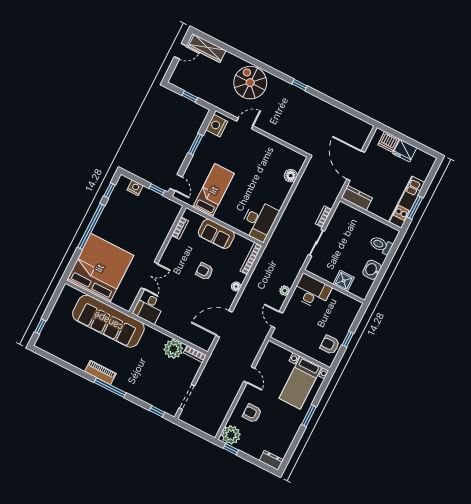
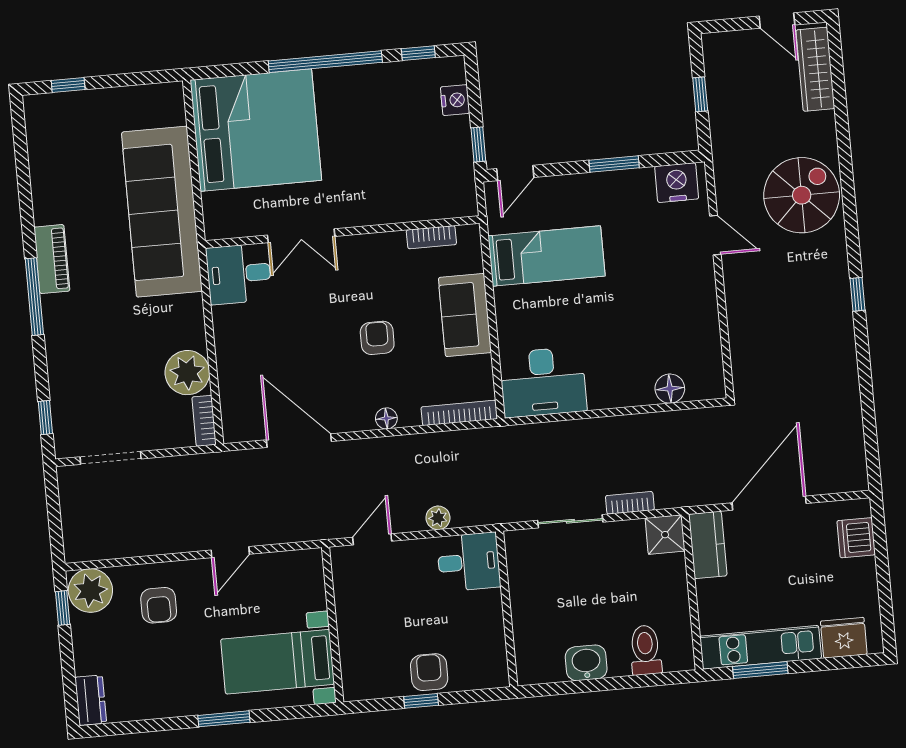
fridge: (405, 151) -> (844, 638), moved, turned 90
shower: (344, 281) -> (665, 535), moved
desk: (312, 292) -> (469, 562), width x0.73
armchair: (330, 345) -> (429, 672), moved
armchair: (252, 413) -> (159, 605), turned 180

